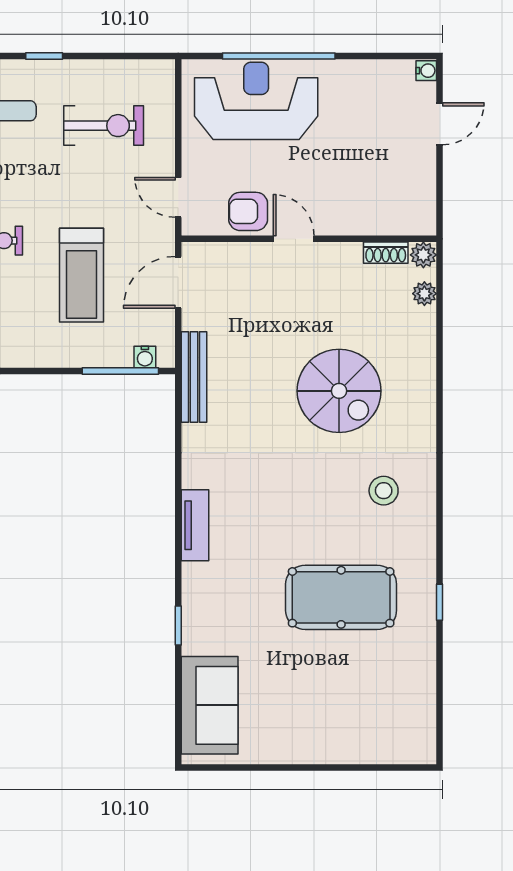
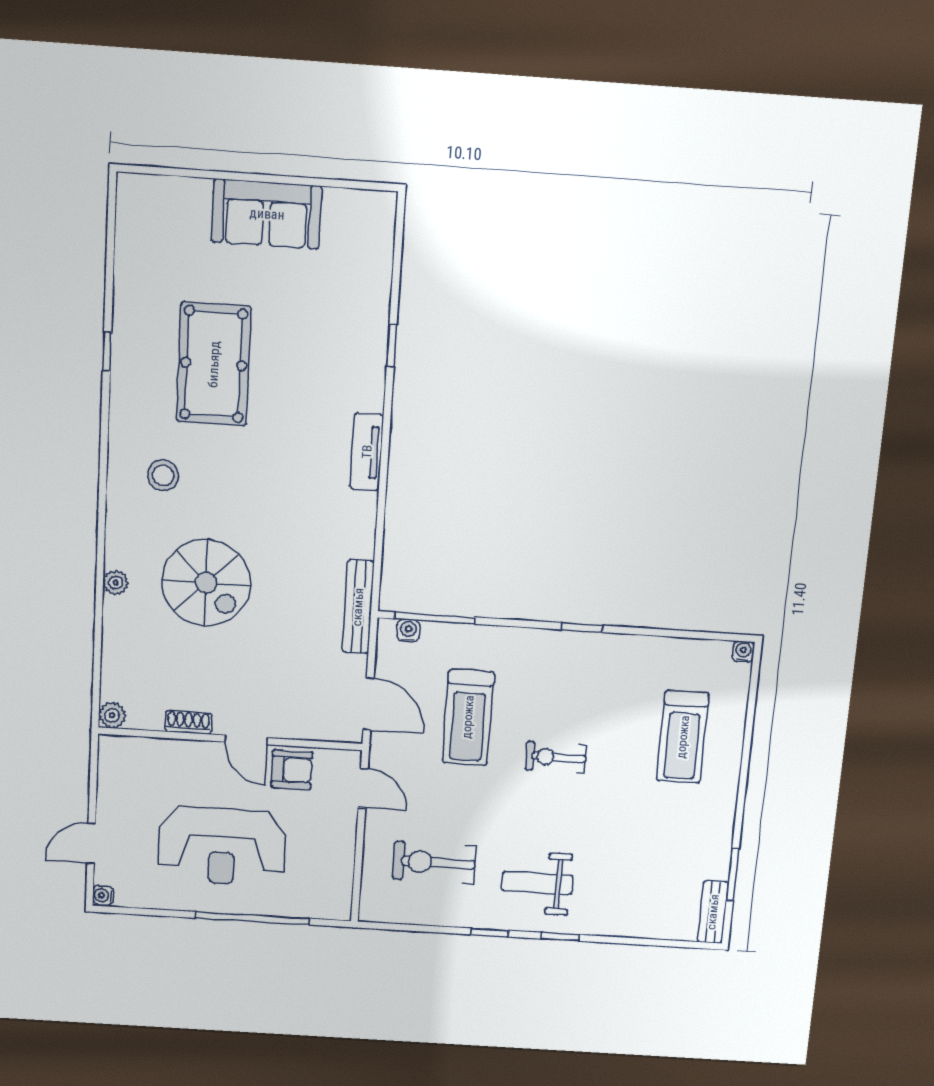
reception desk: (256, 101) -> (222, 846), moved
shoe rack: (386, 253) -> (188, 722), moved
treadmill: (82, 275) -> (468, 717), turned 180
door: (178, 282) -> (368, 704), hinge flipped
plant: (424, 294) -> (116, 583), moved
spiral stairs: (339, 391) -> (206, 583), turned 180
pool table: (341, 597) -> (214, 364), turned 90
sofa: (210, 705) -> (267, 214), moved, turned -90

